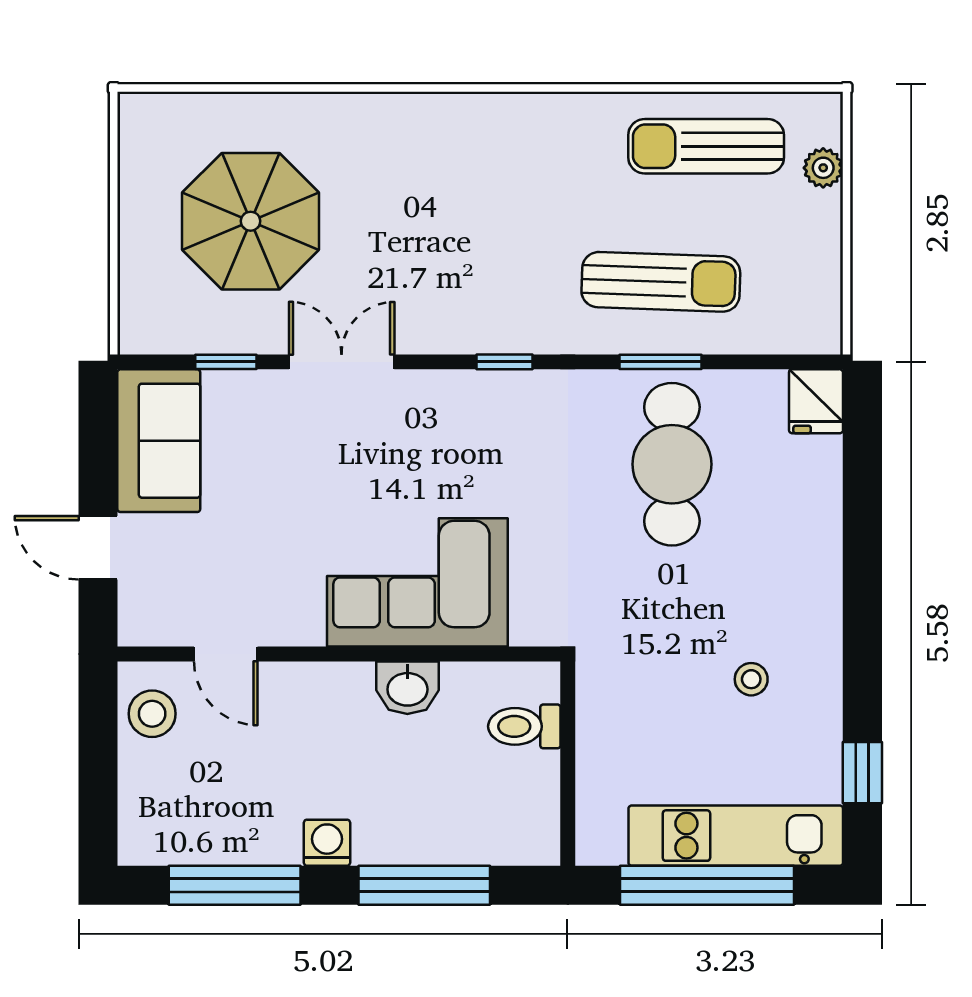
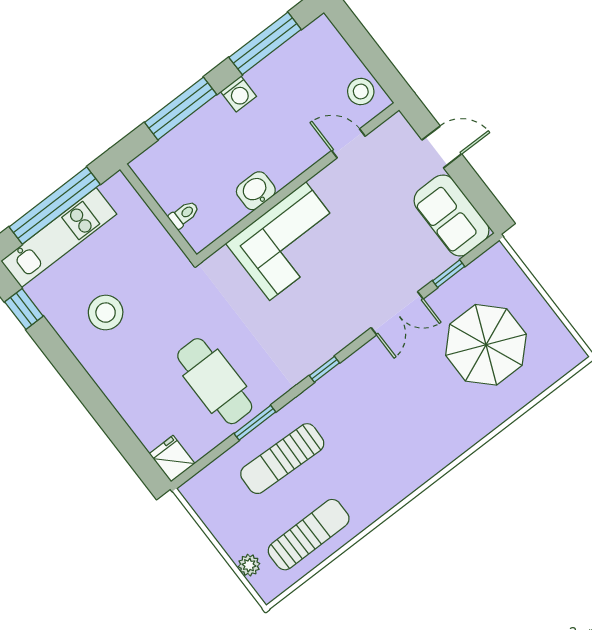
stool: (751, 679) -> (106, 313), width x1.89, depth x1.89
toilet: (524, 726) -> (184, 214), width x0.73, depth x0.72

